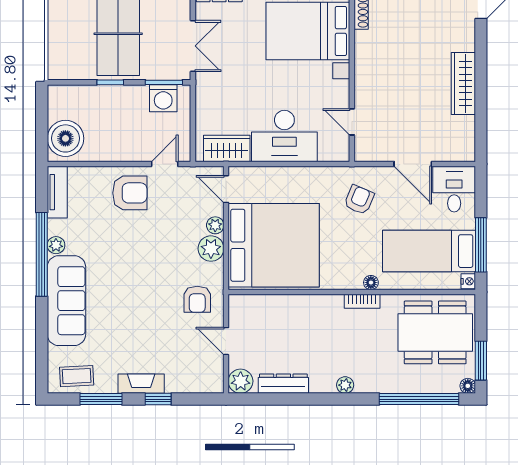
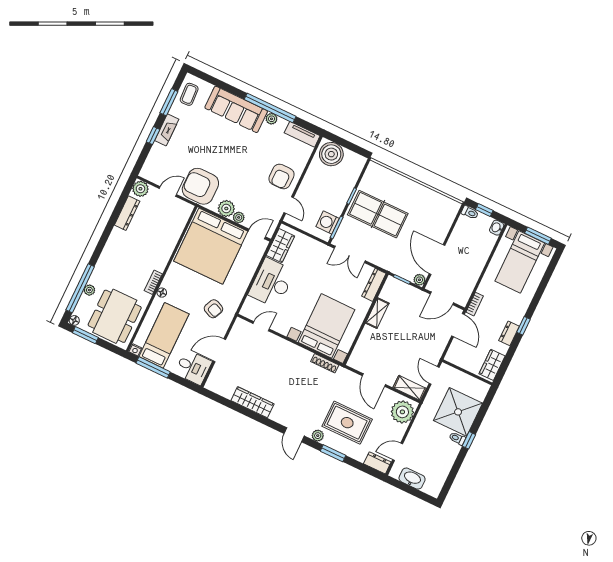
armchair: (197, 299) -> (200, 186), width x1.88, depth x1.88
plant: (345, 385) -> (89, 290), moved

